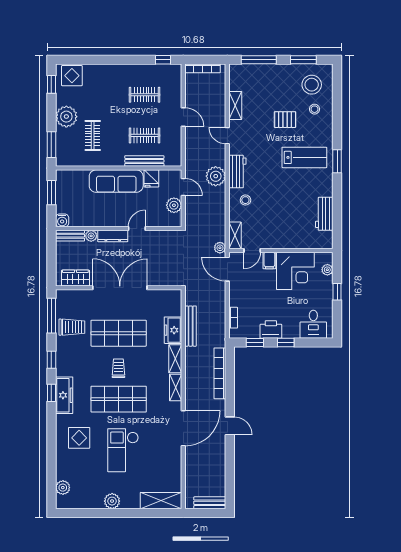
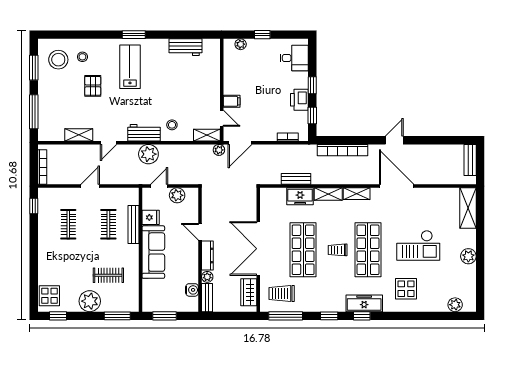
water cooler: (62, 220) -> (192, 290), moved
corner desk: (295, 271) -> (242, 76), removed
bench: (191, 326) -> (296, 179), width x0.73
trolley: (72, 327) -> (282, 294), moved, turned -90

